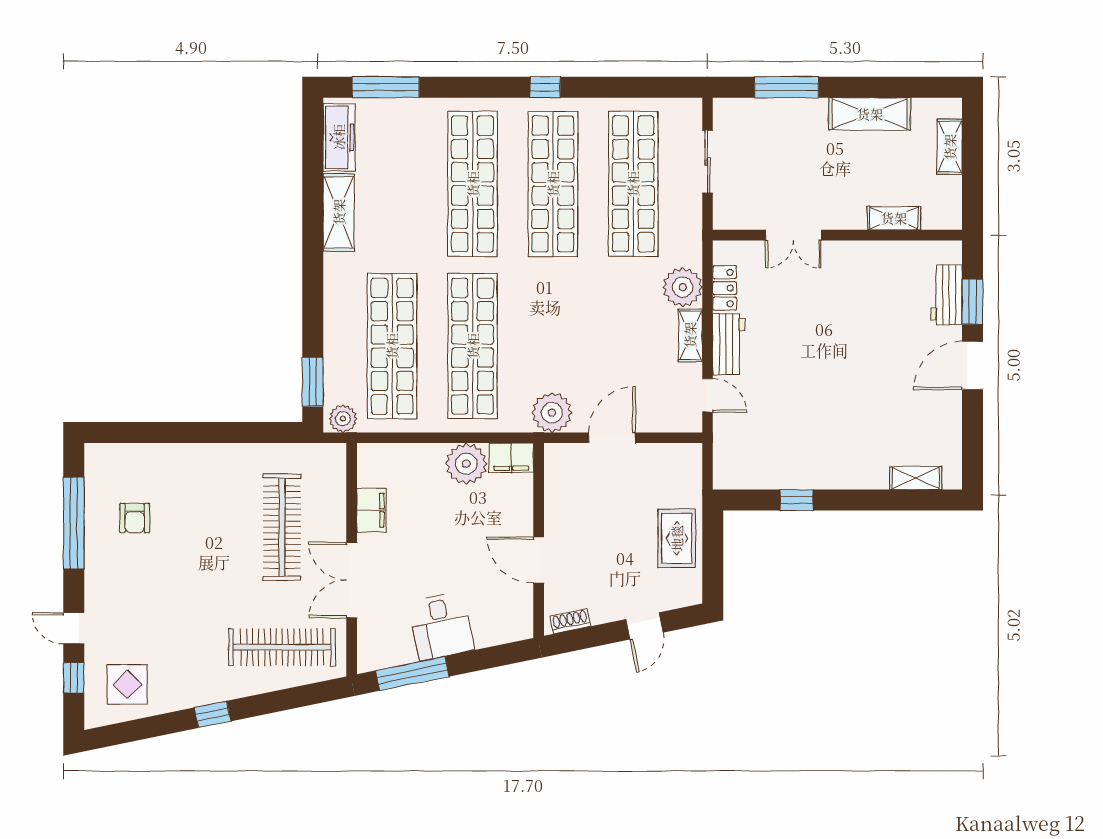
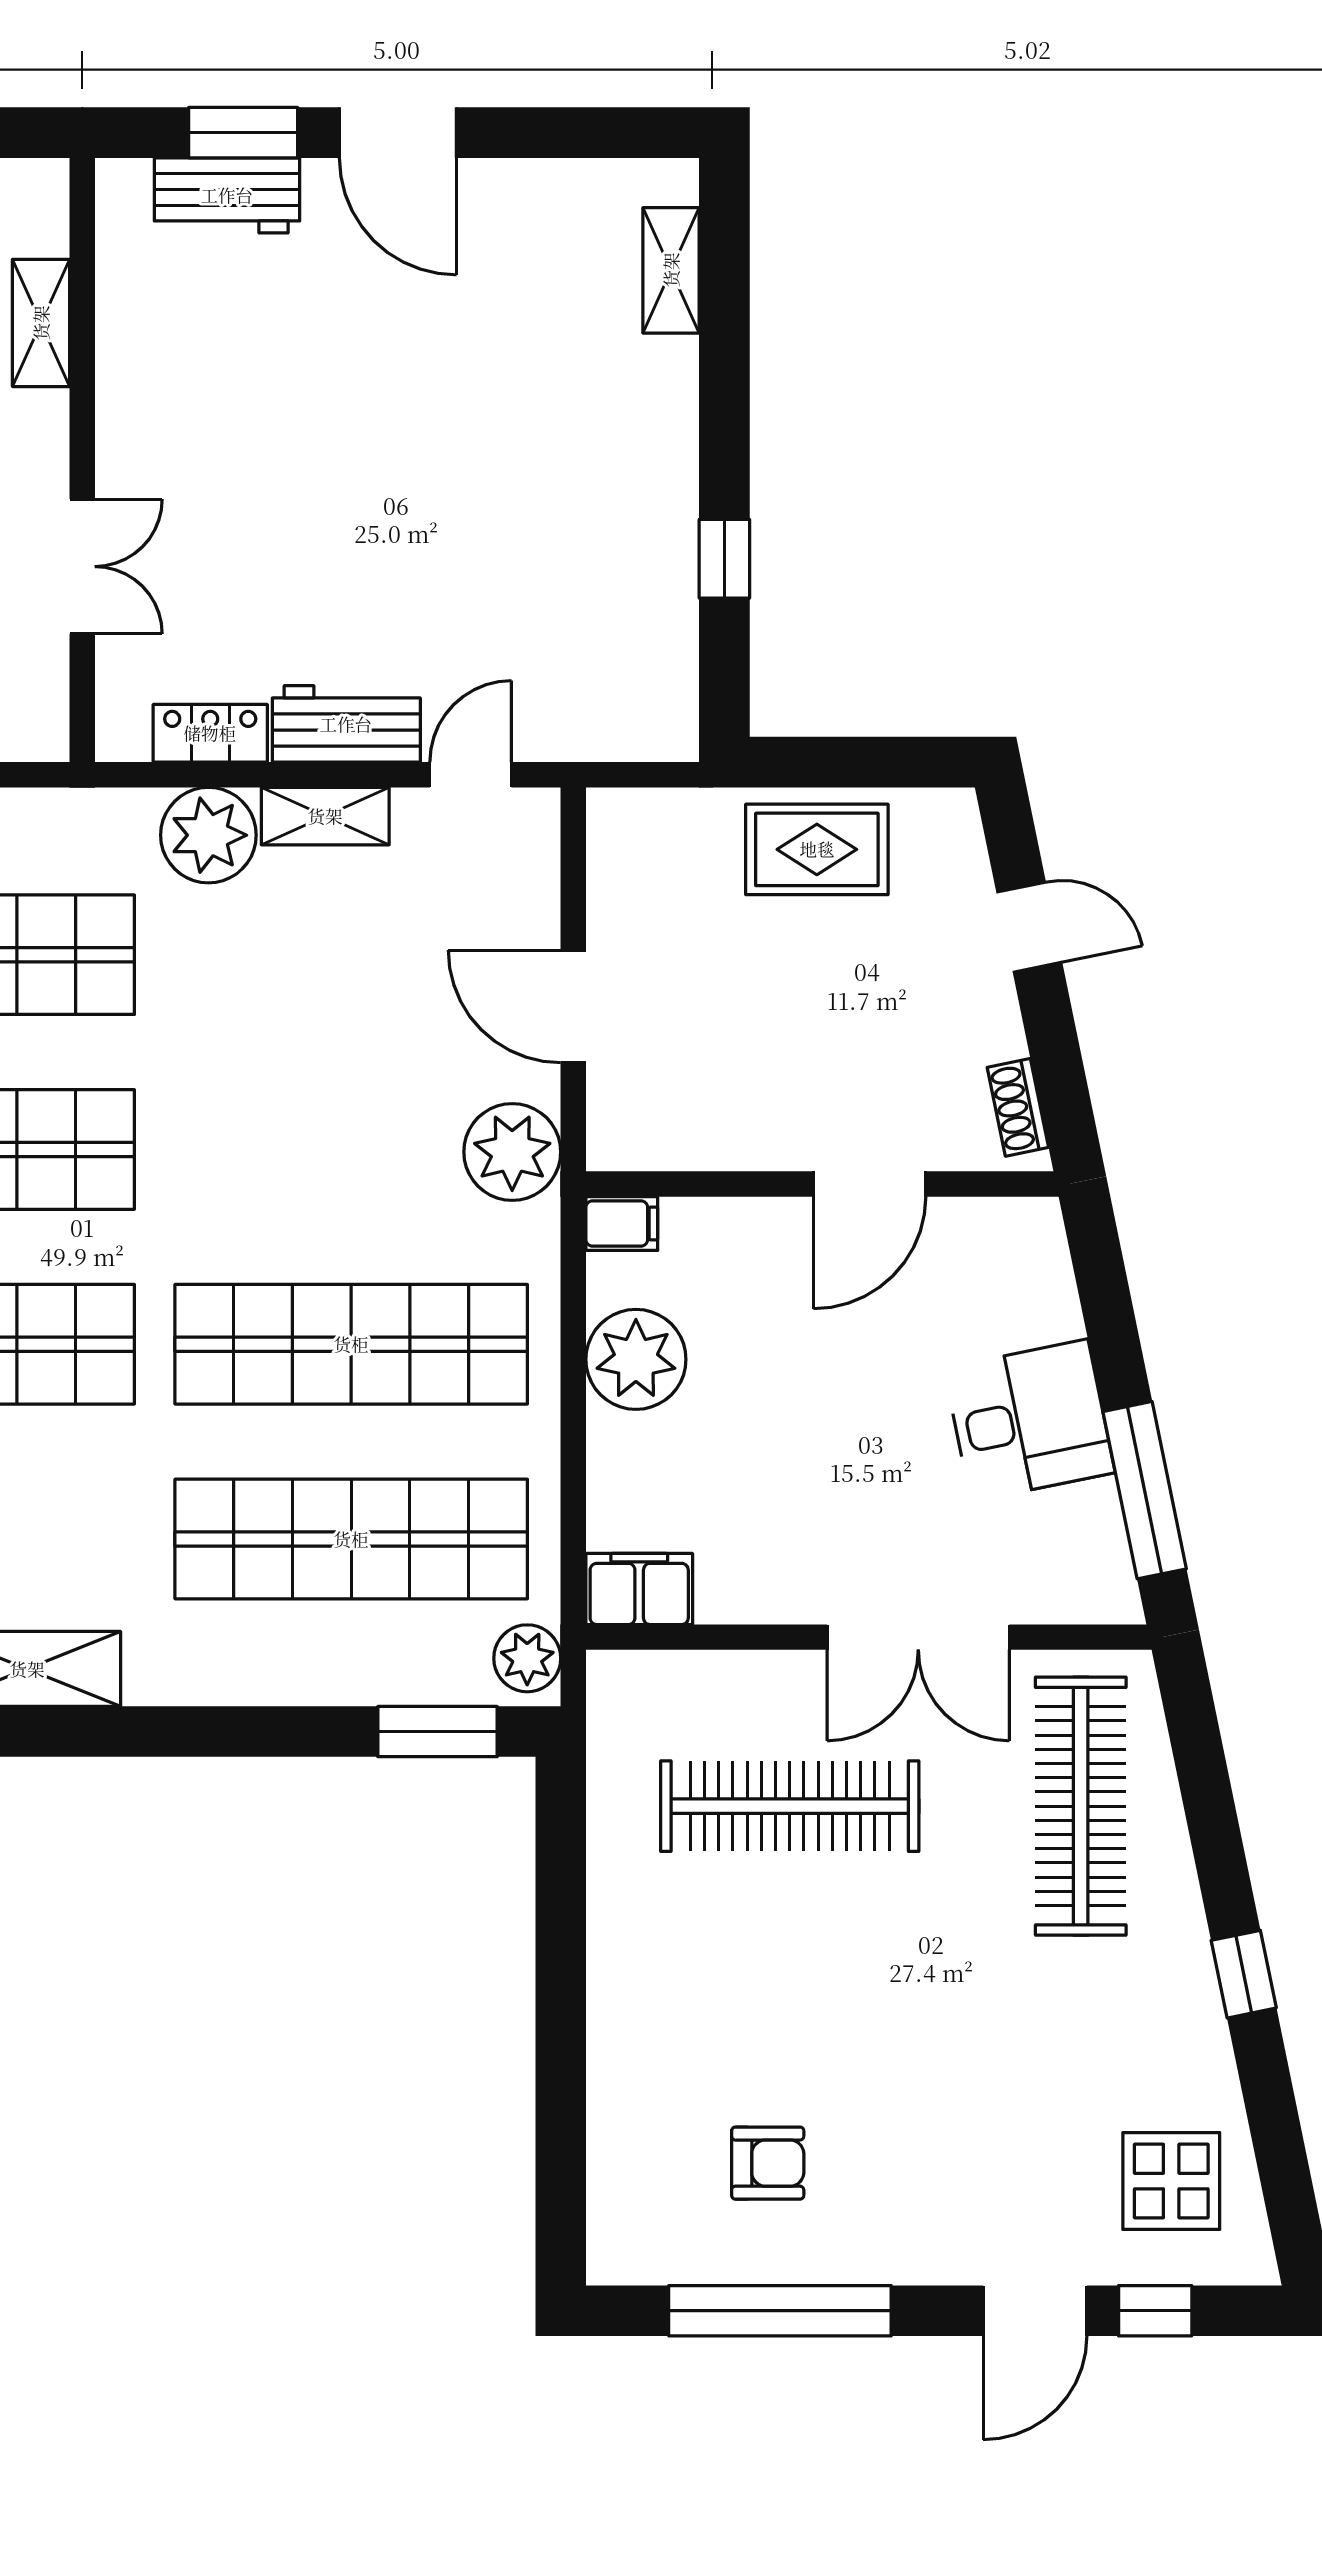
filing cabinet: (511, 458) -> (622, 1223), width x0.50
filing cabinet: (372, 510) -> (639, 1589), moved
door: (74, 628) -> (1035, 2311), width x1.38

